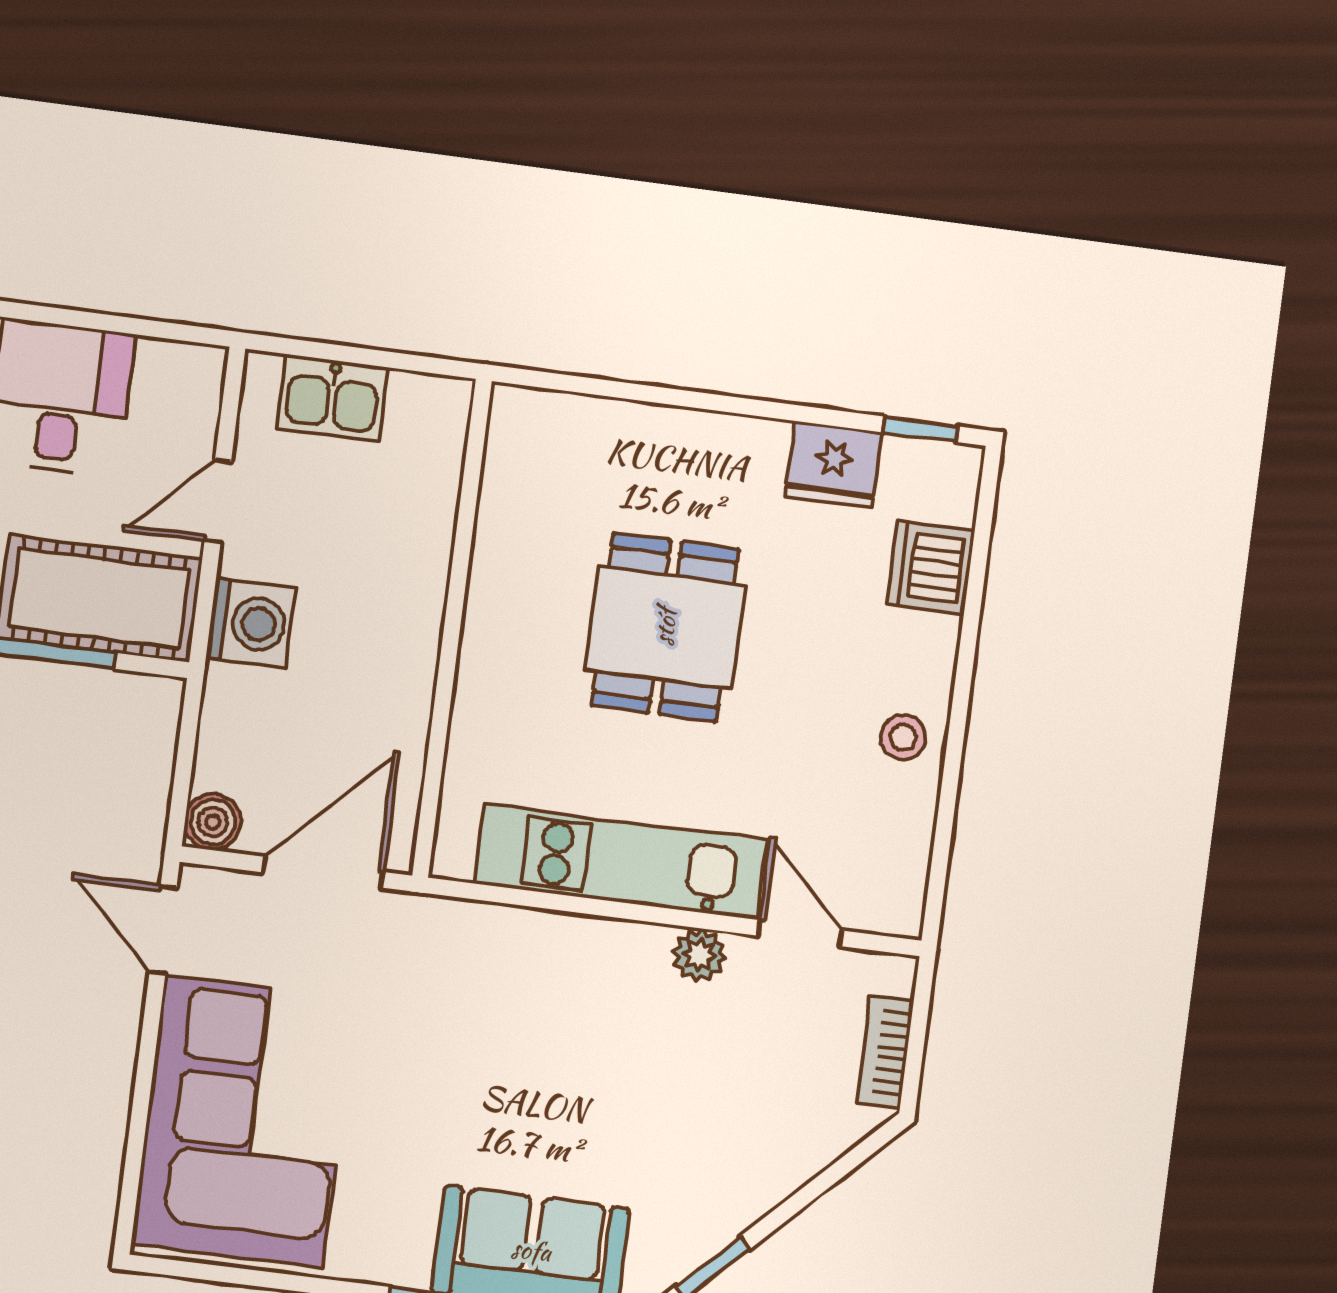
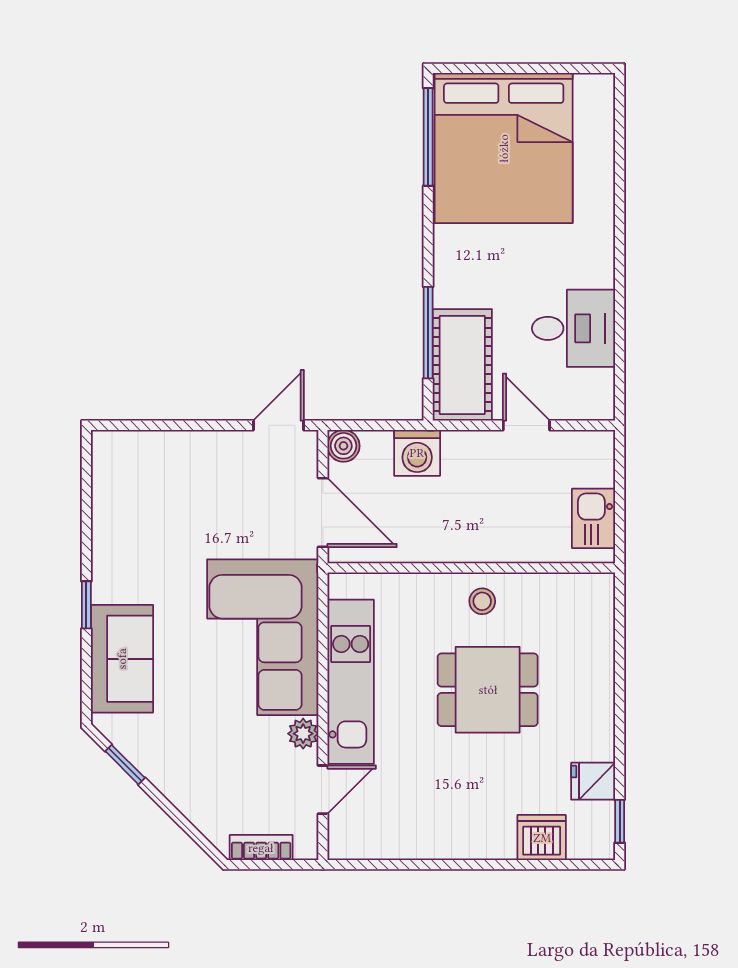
kitchen sink: (332, 398) -> (594, 518), moved
fridge: (833, 464) -> (593, 781), width x0.72
washing machine: (251, 623) -> (417, 453), moved
stool: (903, 737) -> (482, 601), moved
corner sofa: (244, 1121) -> (263, 637), moved, turned 90

